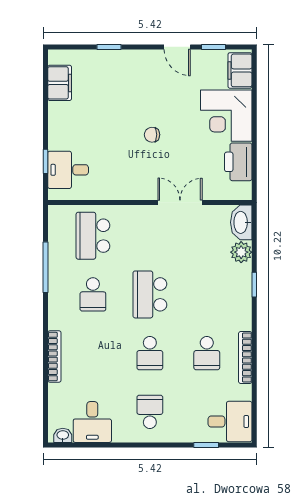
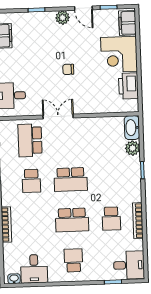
plant: (146, 59) -> (63, 18), added
double door: (180, 203) -> (58, 117), moved
school desk: (150, 294) -> (71, 179), turned -90
school desk: (150, 353) -> (72, 220), width x1.85

